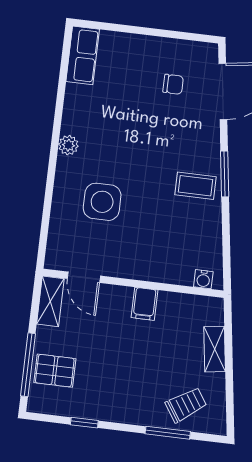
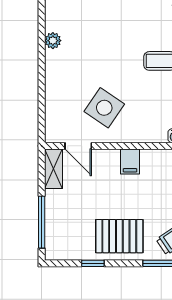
side table: (102, 202) -> (104, 108), moved, turned 34
pallet: (55, 371) -> (119, 236), moved, width x1.50, depth x1.42

